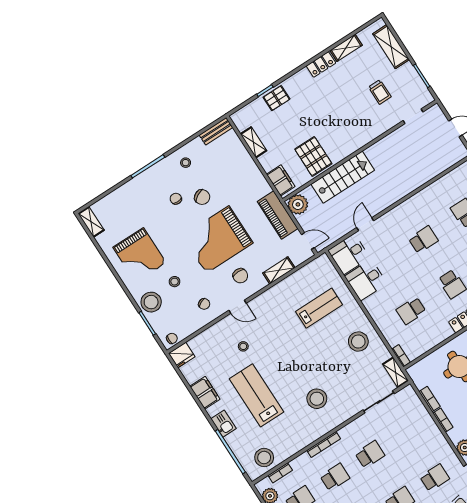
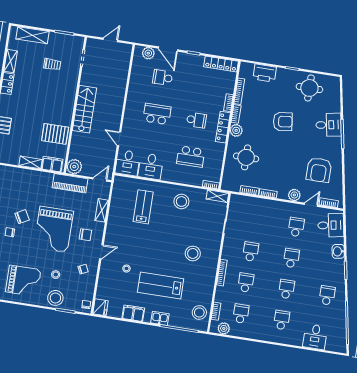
shelving: (254, 142) -> (30, 162), moved
stairs: (343, 177) -> (84, 109), moved
school desk: (423, 240) -> (157, 114), width x1.85
school desk: (411, 311) -> (191, 156), width x1.85

